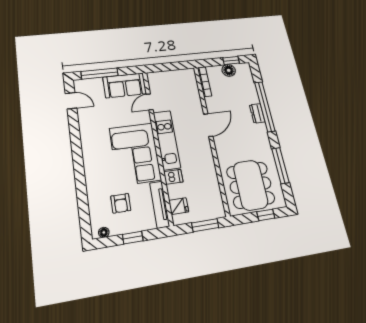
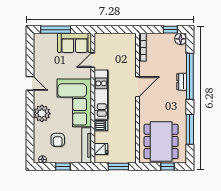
floor lamp: (229, 70) -> (181, 39), moved
door: (71, 101) -> (30, 83), moved
plant: (95, 173) -> (42, 113), added

